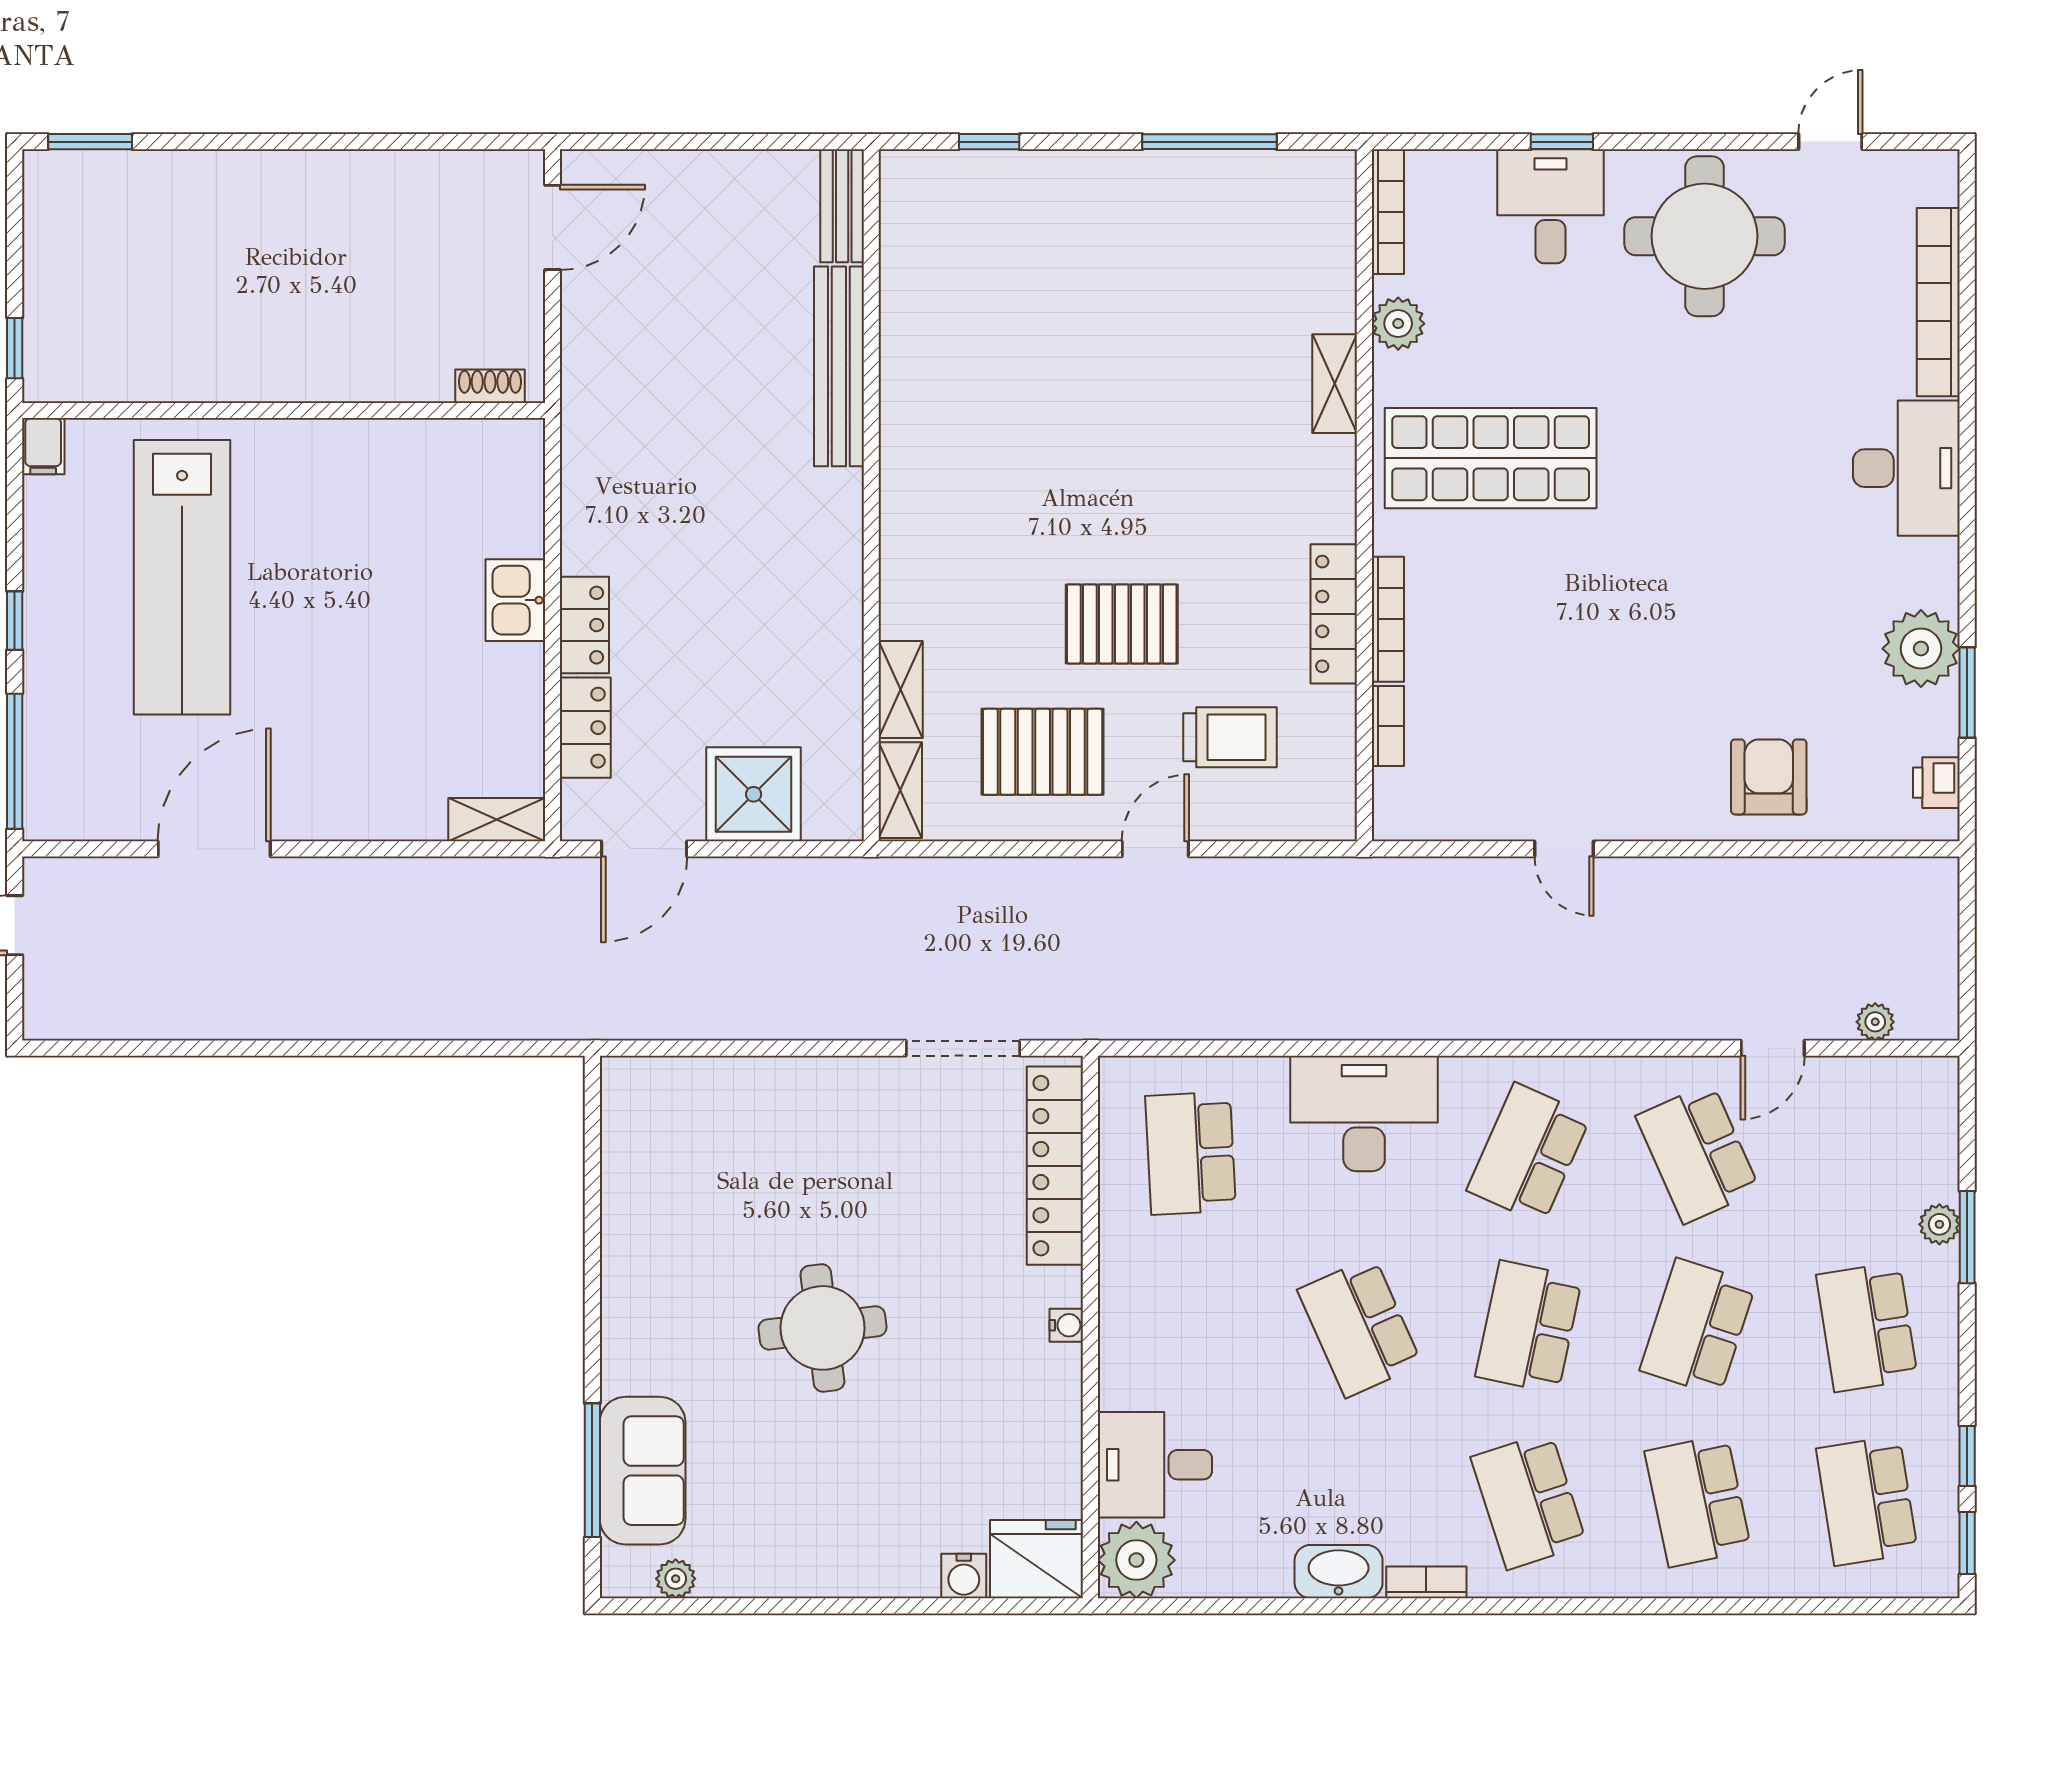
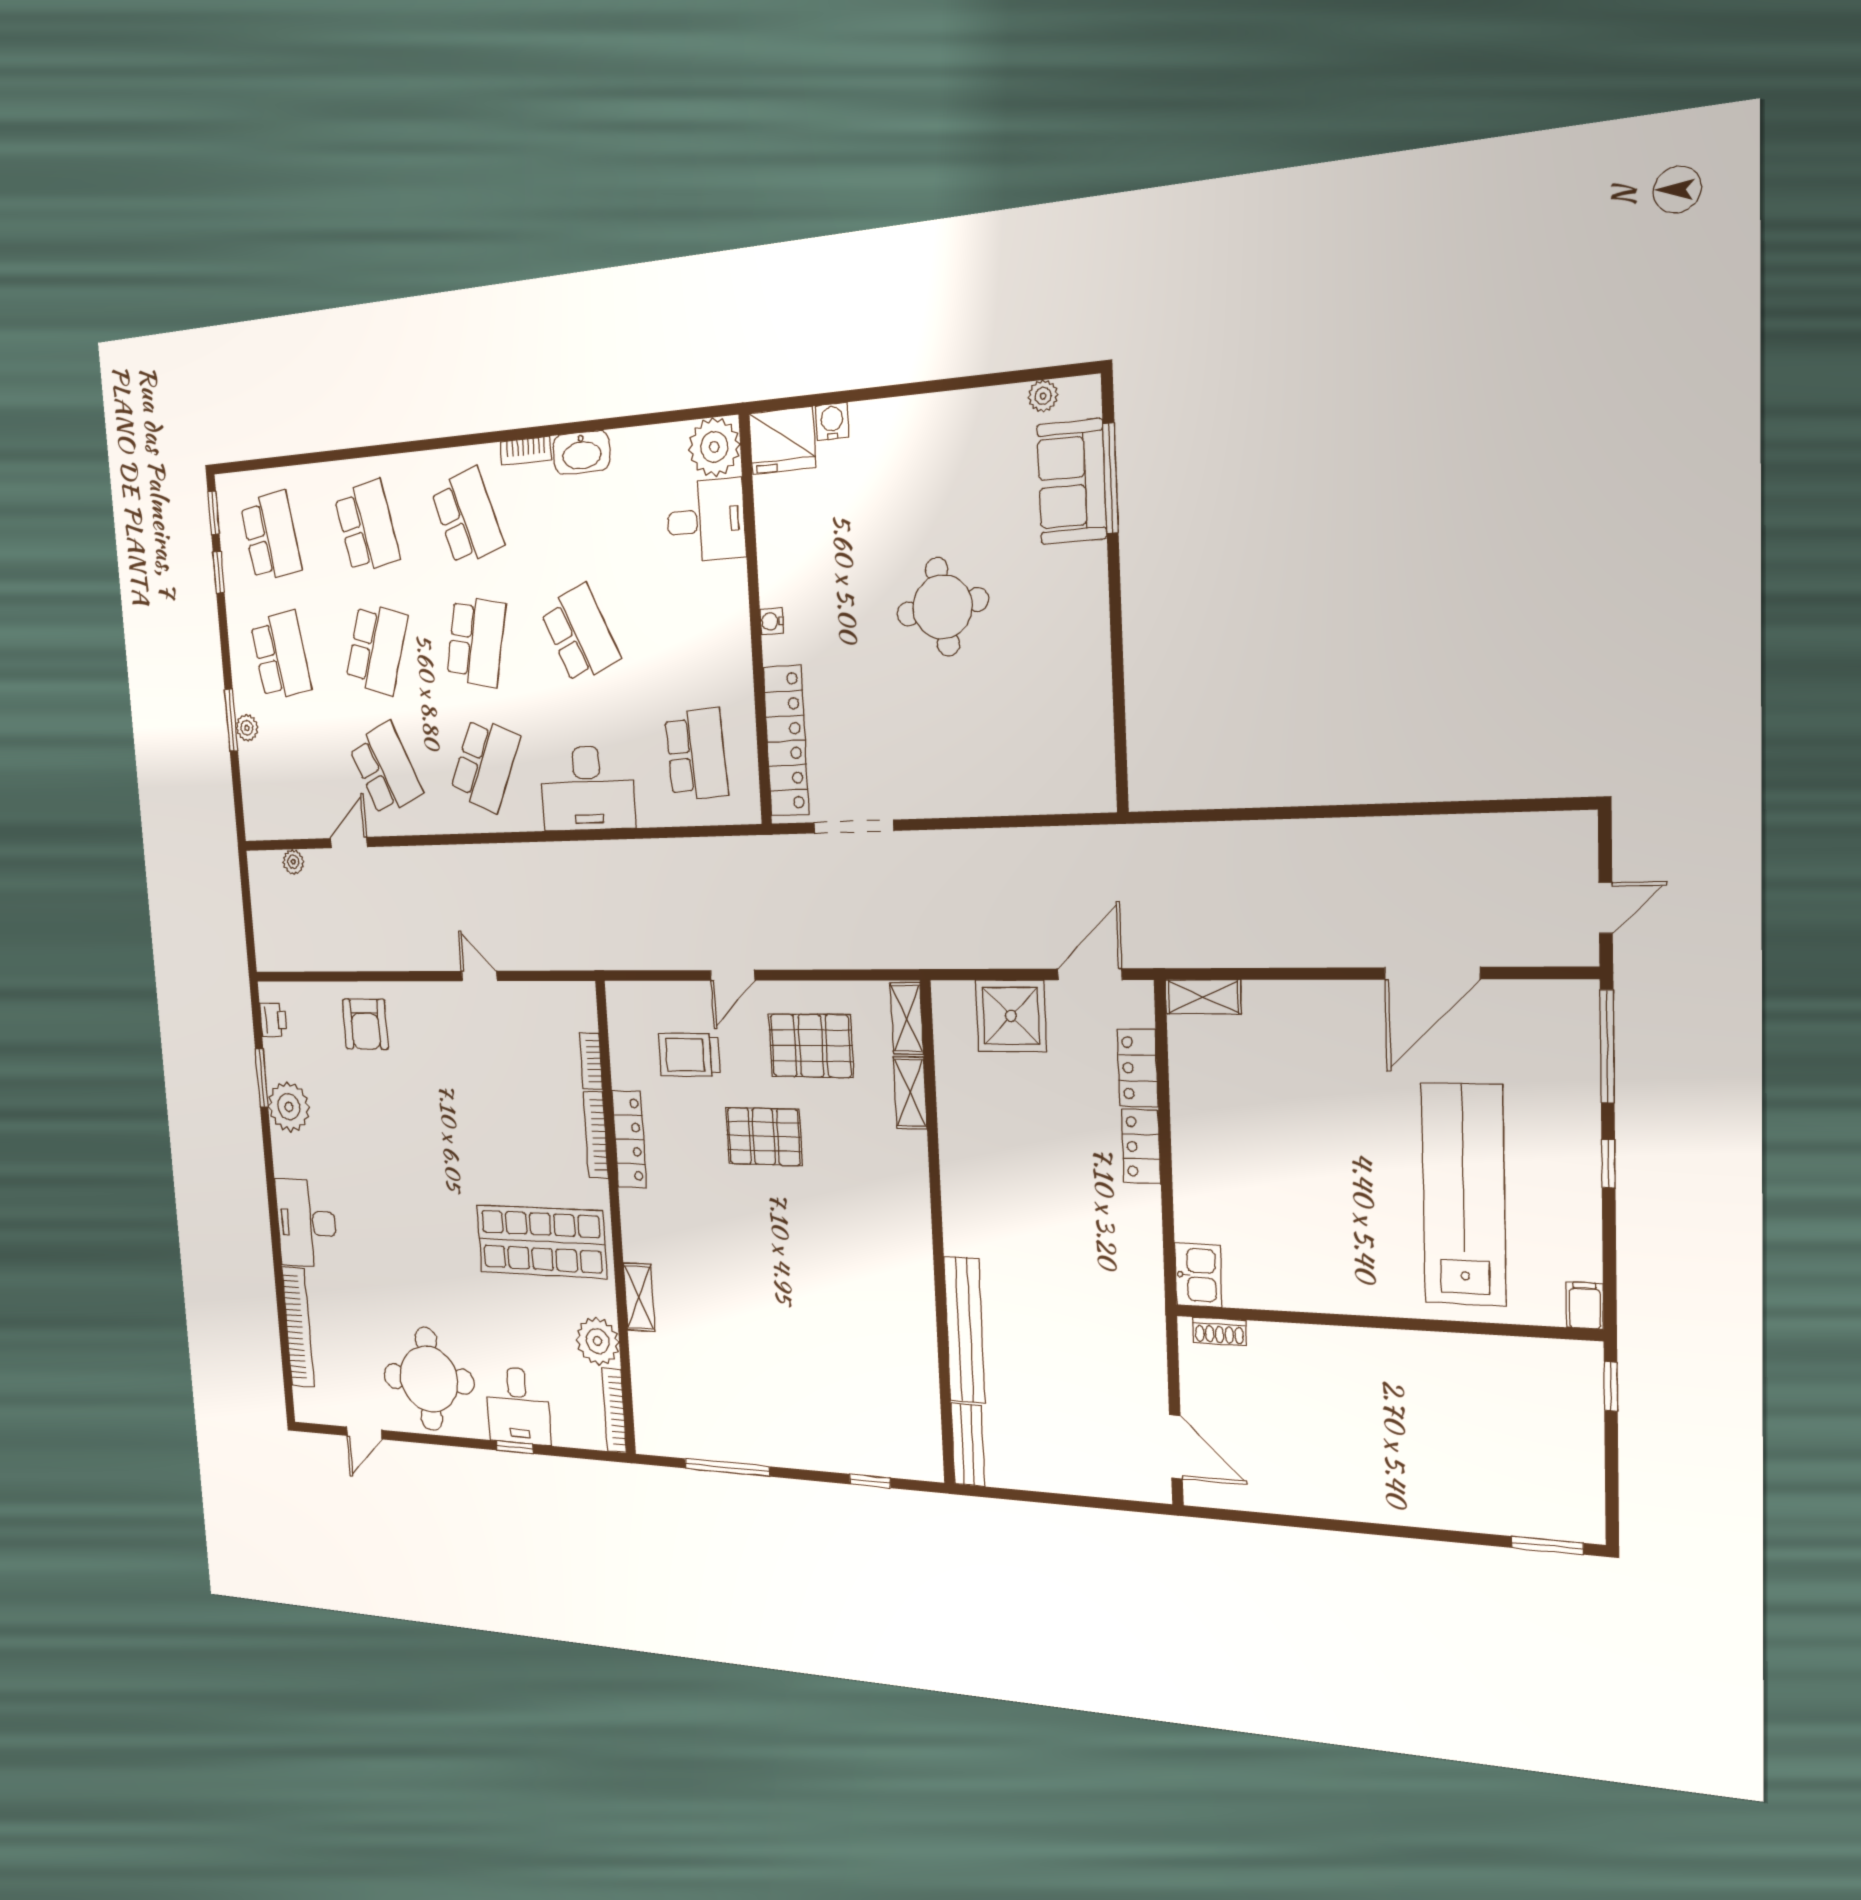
door: (552, 227) -> (1176, 1447), swing flipped
plant: (1398, 324) -> (598, 1341), width x1.36, depth x1.36
kitchen sink: (515, 600) -> (1198, 1275), moved

